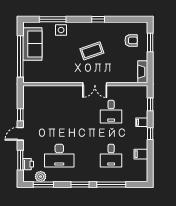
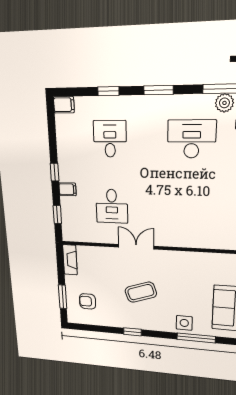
desk: (111, 112) -> (112, 206), turned 180
filing cabinet: (141, 154) -> (64, 105), moved
window: (111, 184) -> (108, 91), width x0.46

